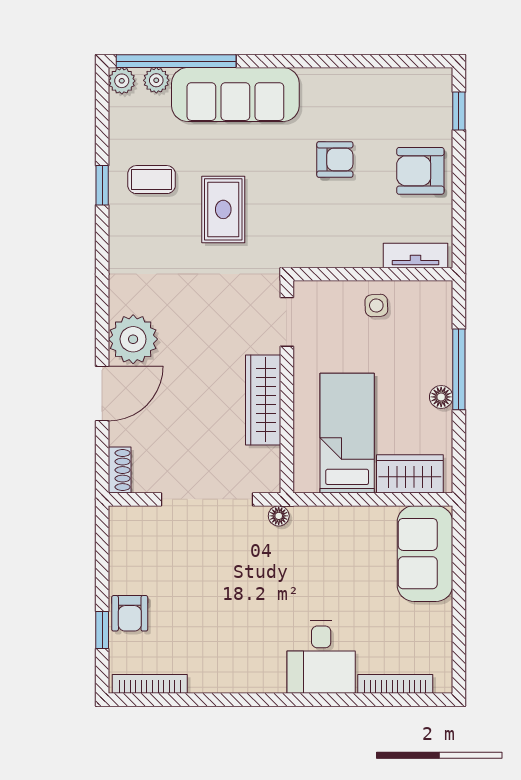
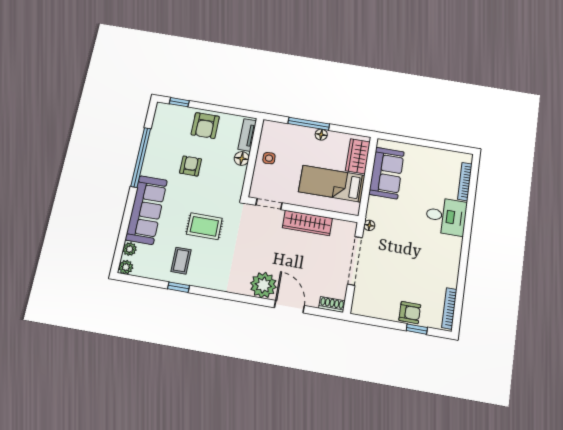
window: (176, 61) -> (141, 157), moved
floor lamp: (367, 254) -> (242, 158), added
sofa: (425, 554) -> (387, 173), moved, turned -90

